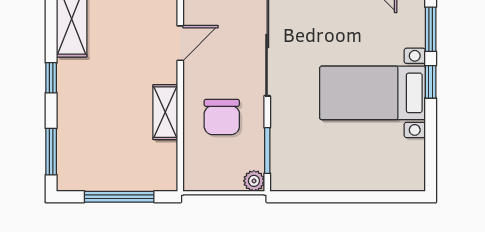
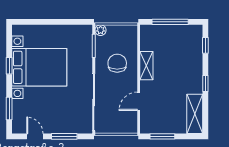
window: (431, 82) -> (9, 66), moved
bed with nightstands: (372, 93) -> (39, 67), width x1.36
window: (51, 152) -> (205, 45), width x0.67

